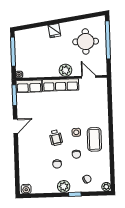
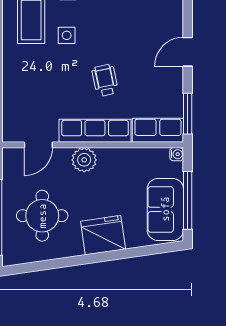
fridge: (54, 31) -> (103, 235), width x1.88, depth x1.34
sofa: (24, 47) -> (165, 209), added
door: (89, 77) -> (38, 145), hinge flipped
wheelchair: (56, 138) -> (105, 80), moved

